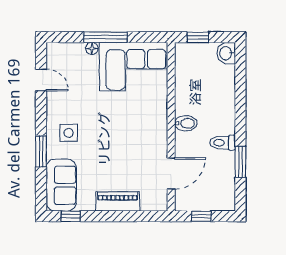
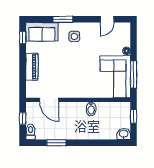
window: (105, 37) -> (134, 75), moved
bidet: (186, 123) -> (91, 109), moved
toilet: (223, 143) -> (31, 132), moved

